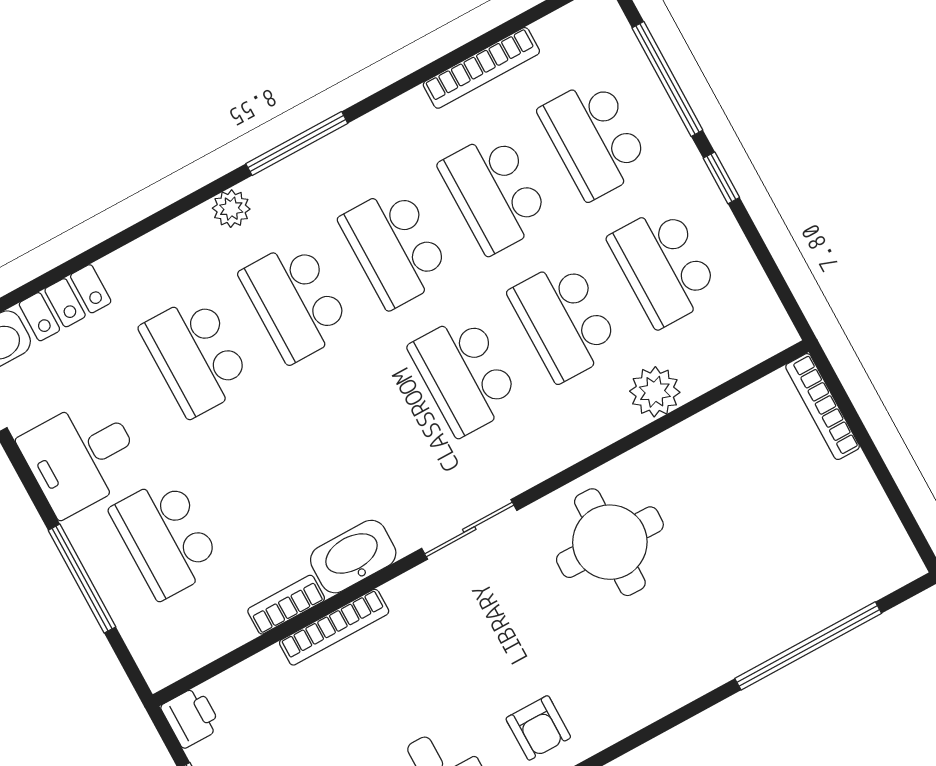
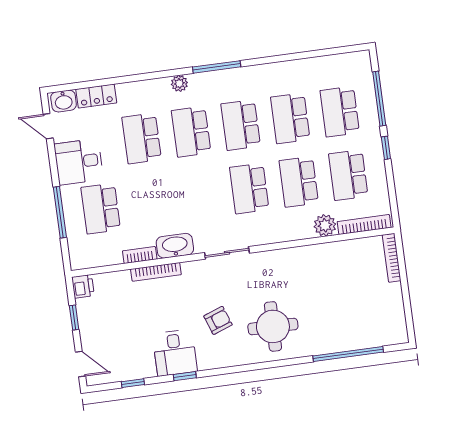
bookcase: (481, 68) -> (364, 225), moved, turned 180
round table: (610, 542) -> (273, 326), moved
armchair: (538, 728) -> (218, 320), moved, turned -110

